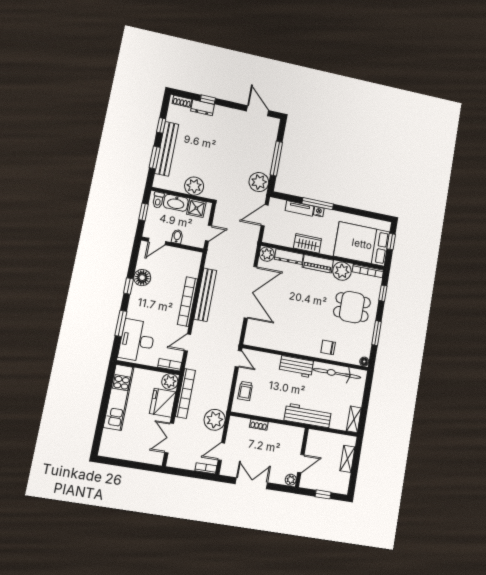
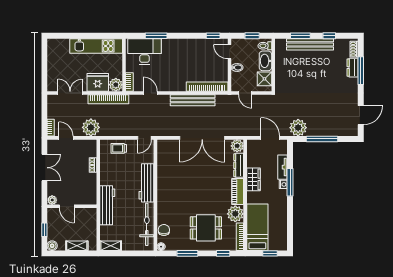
window: (208, 100) -> (361, 71), width x2.17
plant: (194, 186) -> (283, 73), removed
bed: (362, 244) -> (257, 227), width x0.67
floor lamp: (142, 278) -> (197, 46), removed
window: (128, 286) -> (213, 36), moved
bookcase: (188, 302) -> (207, 87), moved
dining table: (352, 307) -> (206, 228), turned 90
chair: (328, 347) -> (164, 230), moved
workbench: (296, 367) -> (146, 183), width x1.38
boiler: (343, 488) -> (52, 246), added

